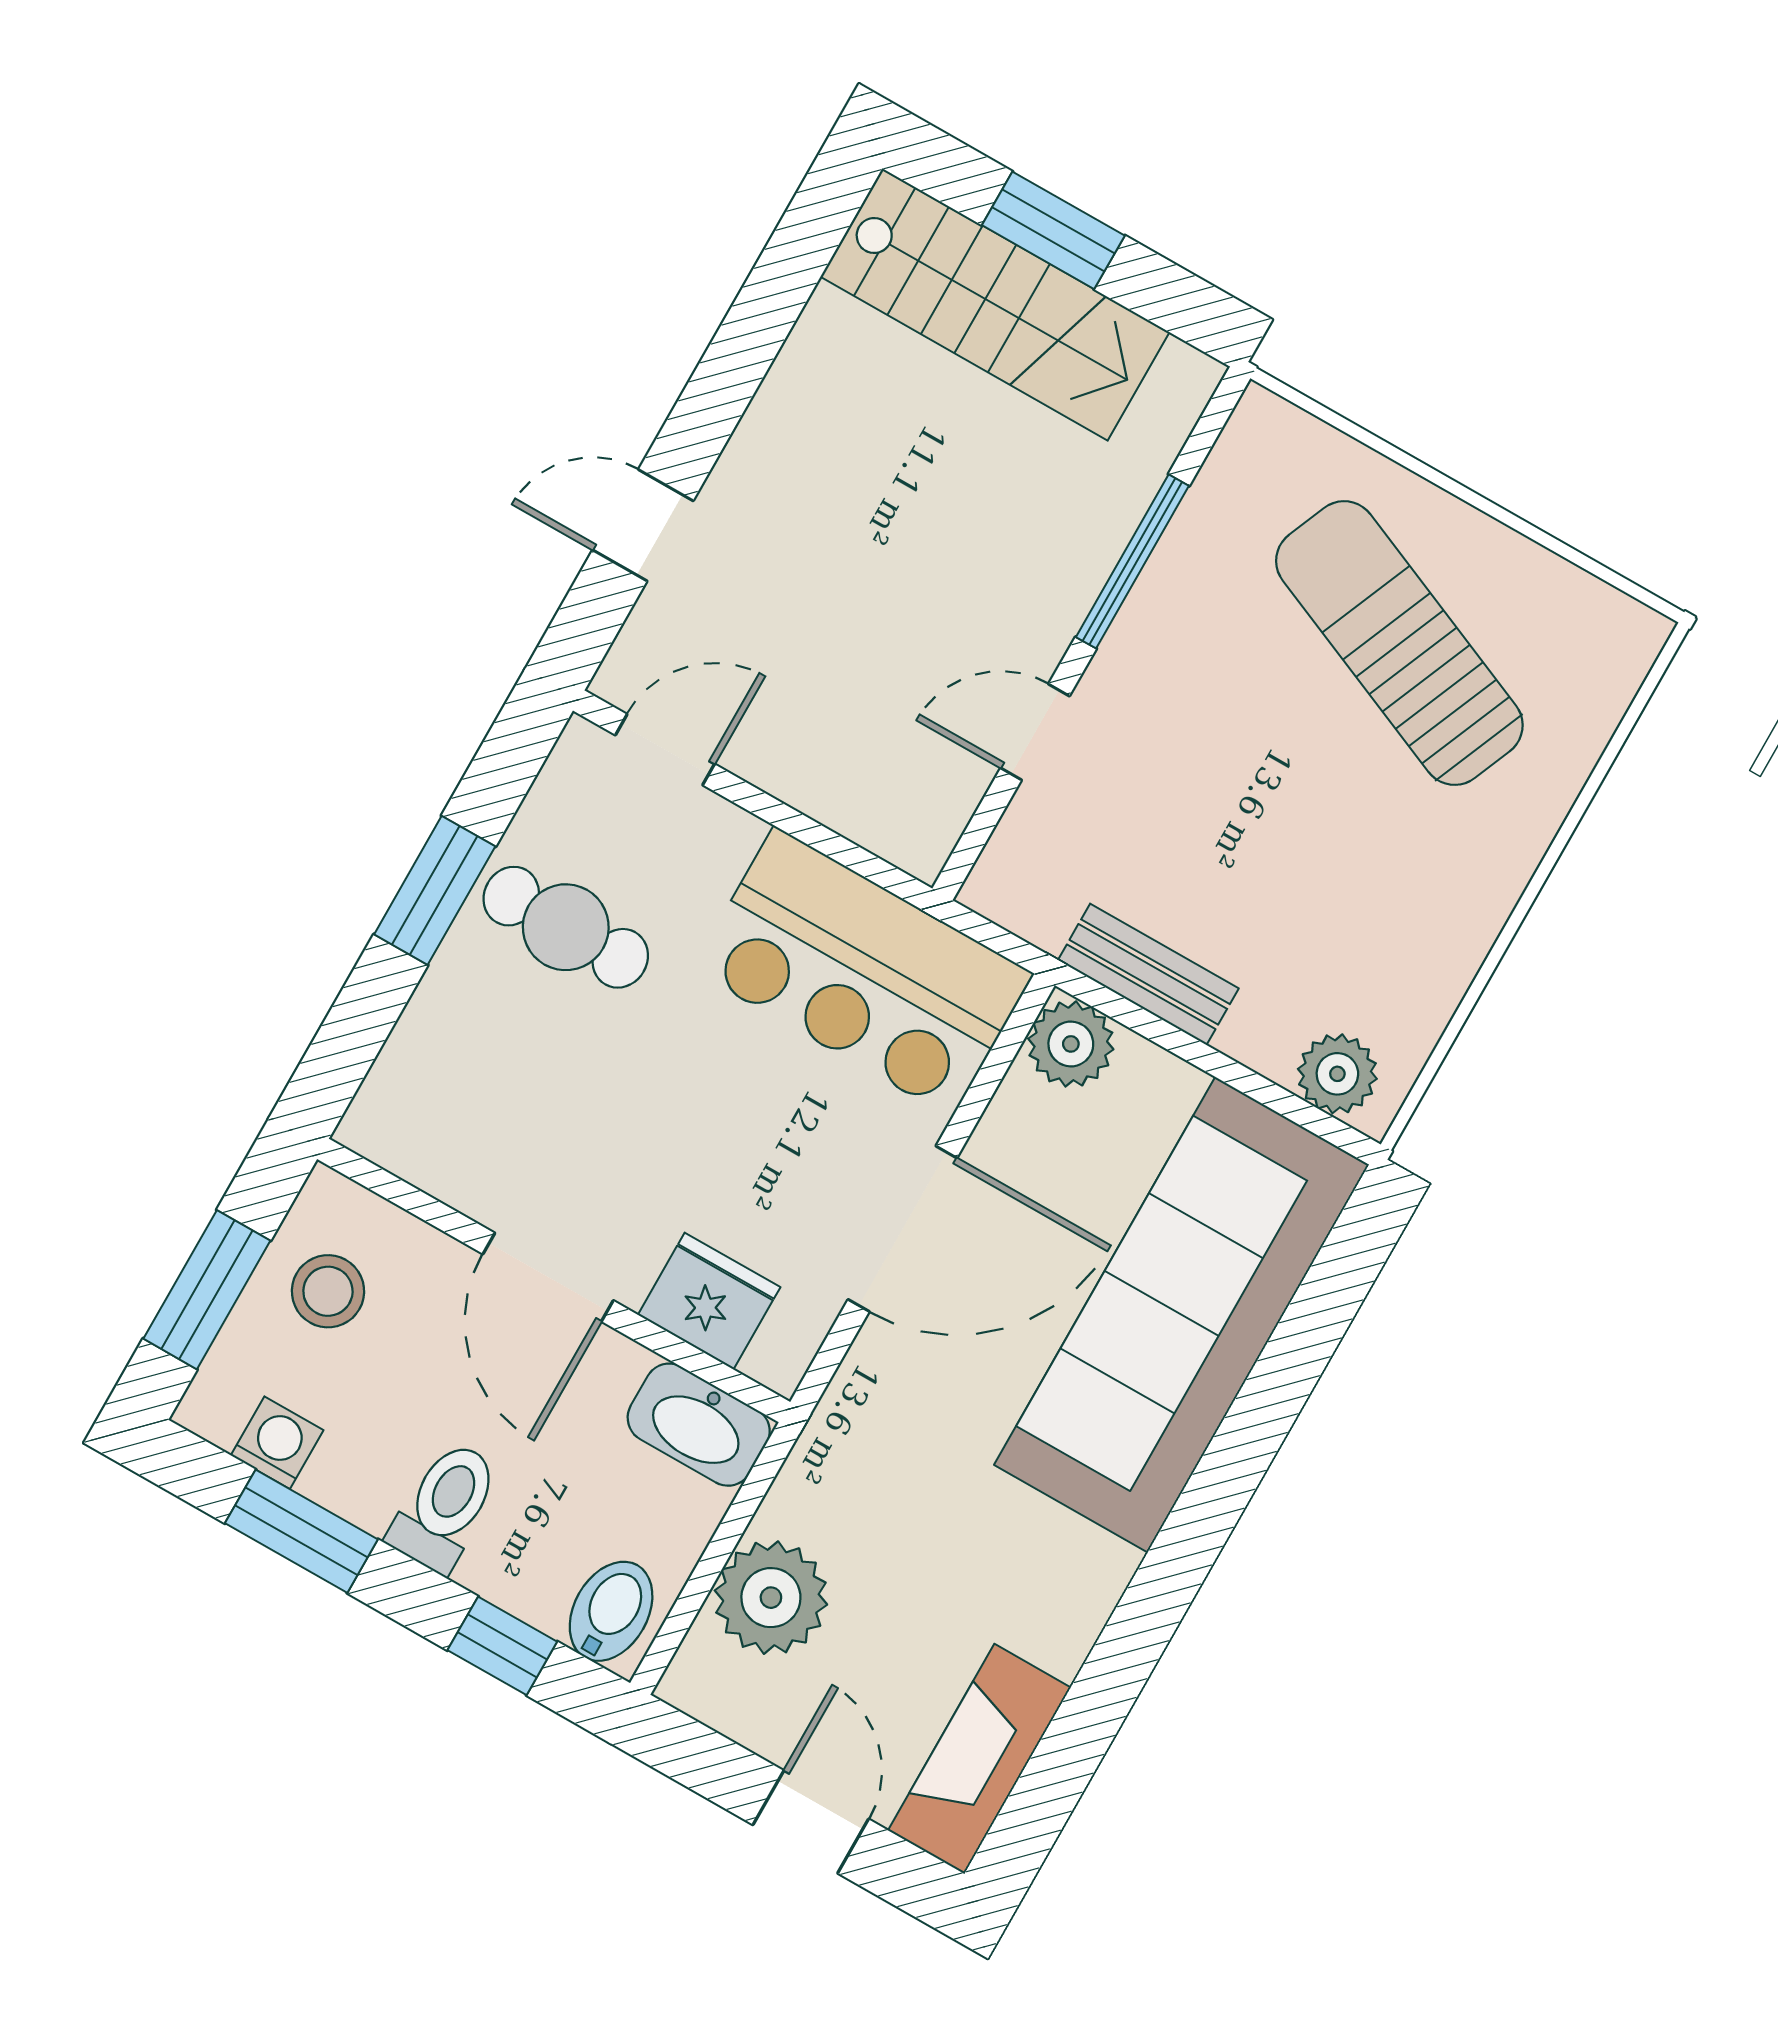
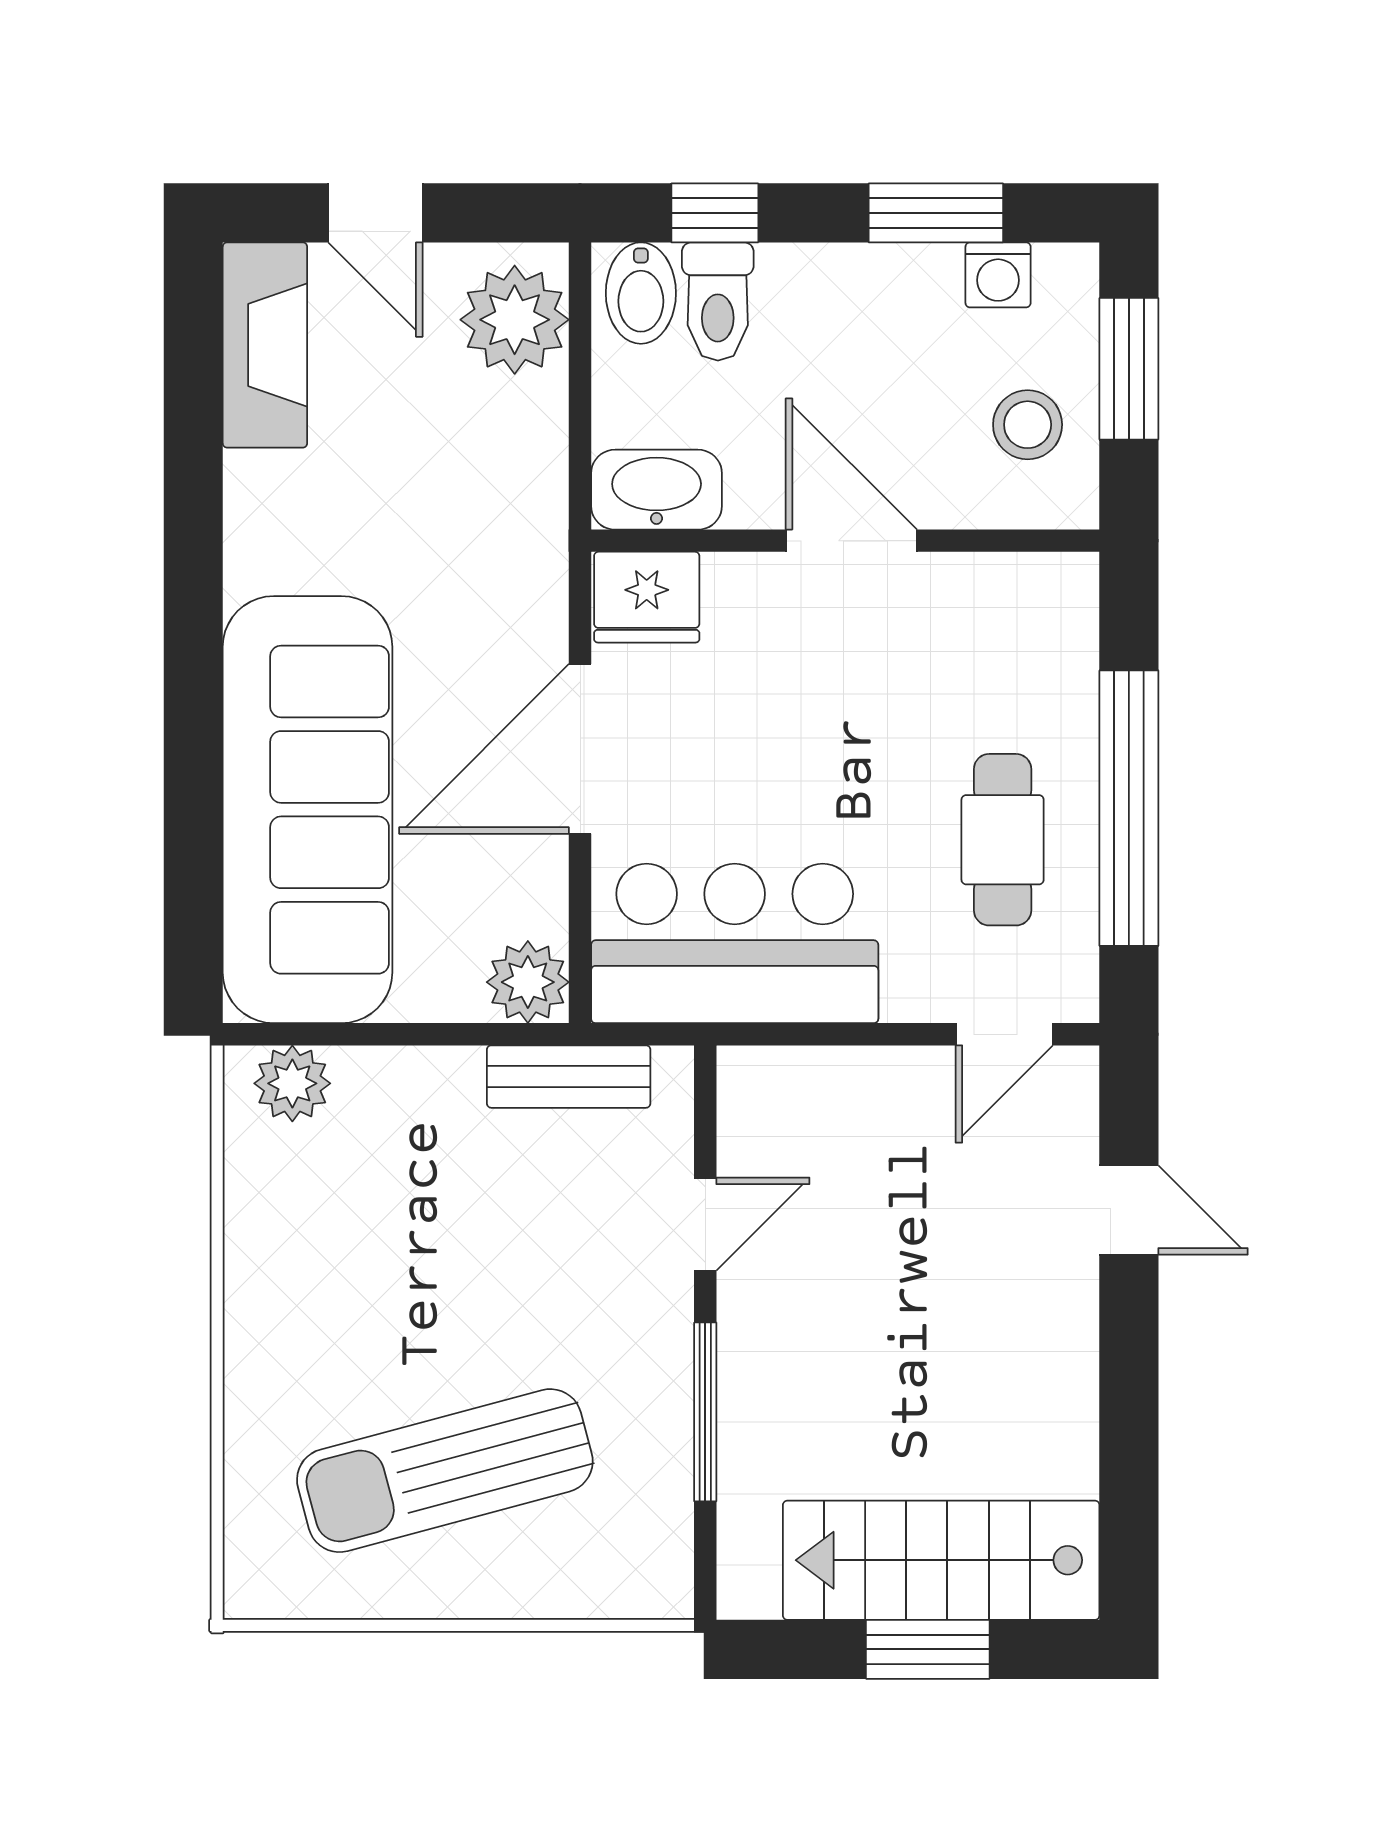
door: (643, 525) -> (1129, 1210), hinge flipped
sun lounger: (1399, 643) -> (445, 1471), turned 142
window: (435, 890) -> (1129, 808), width x2.11
cafe table: (566, 927) -> (1003, 840), turned 90
bench: (1148, 974) -> (569, 1077), moved
fridge: (709, 1301) -> (647, 597), moved
toilet: (445, 1506) -> (718, 301), moved
plant: (771, 1598) -> (515, 320), moved

